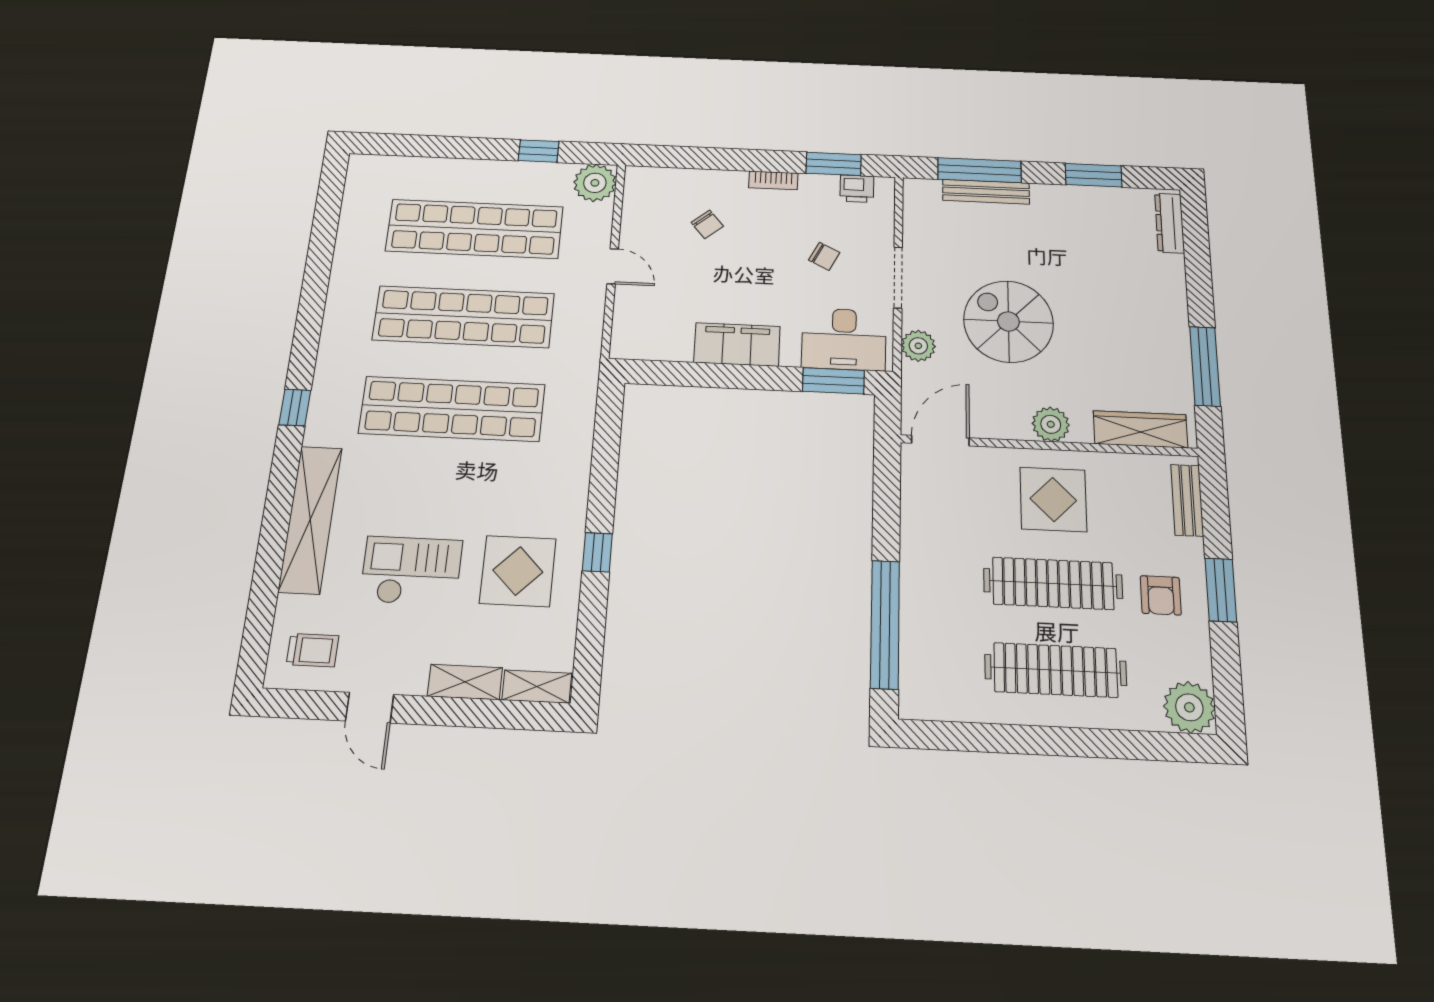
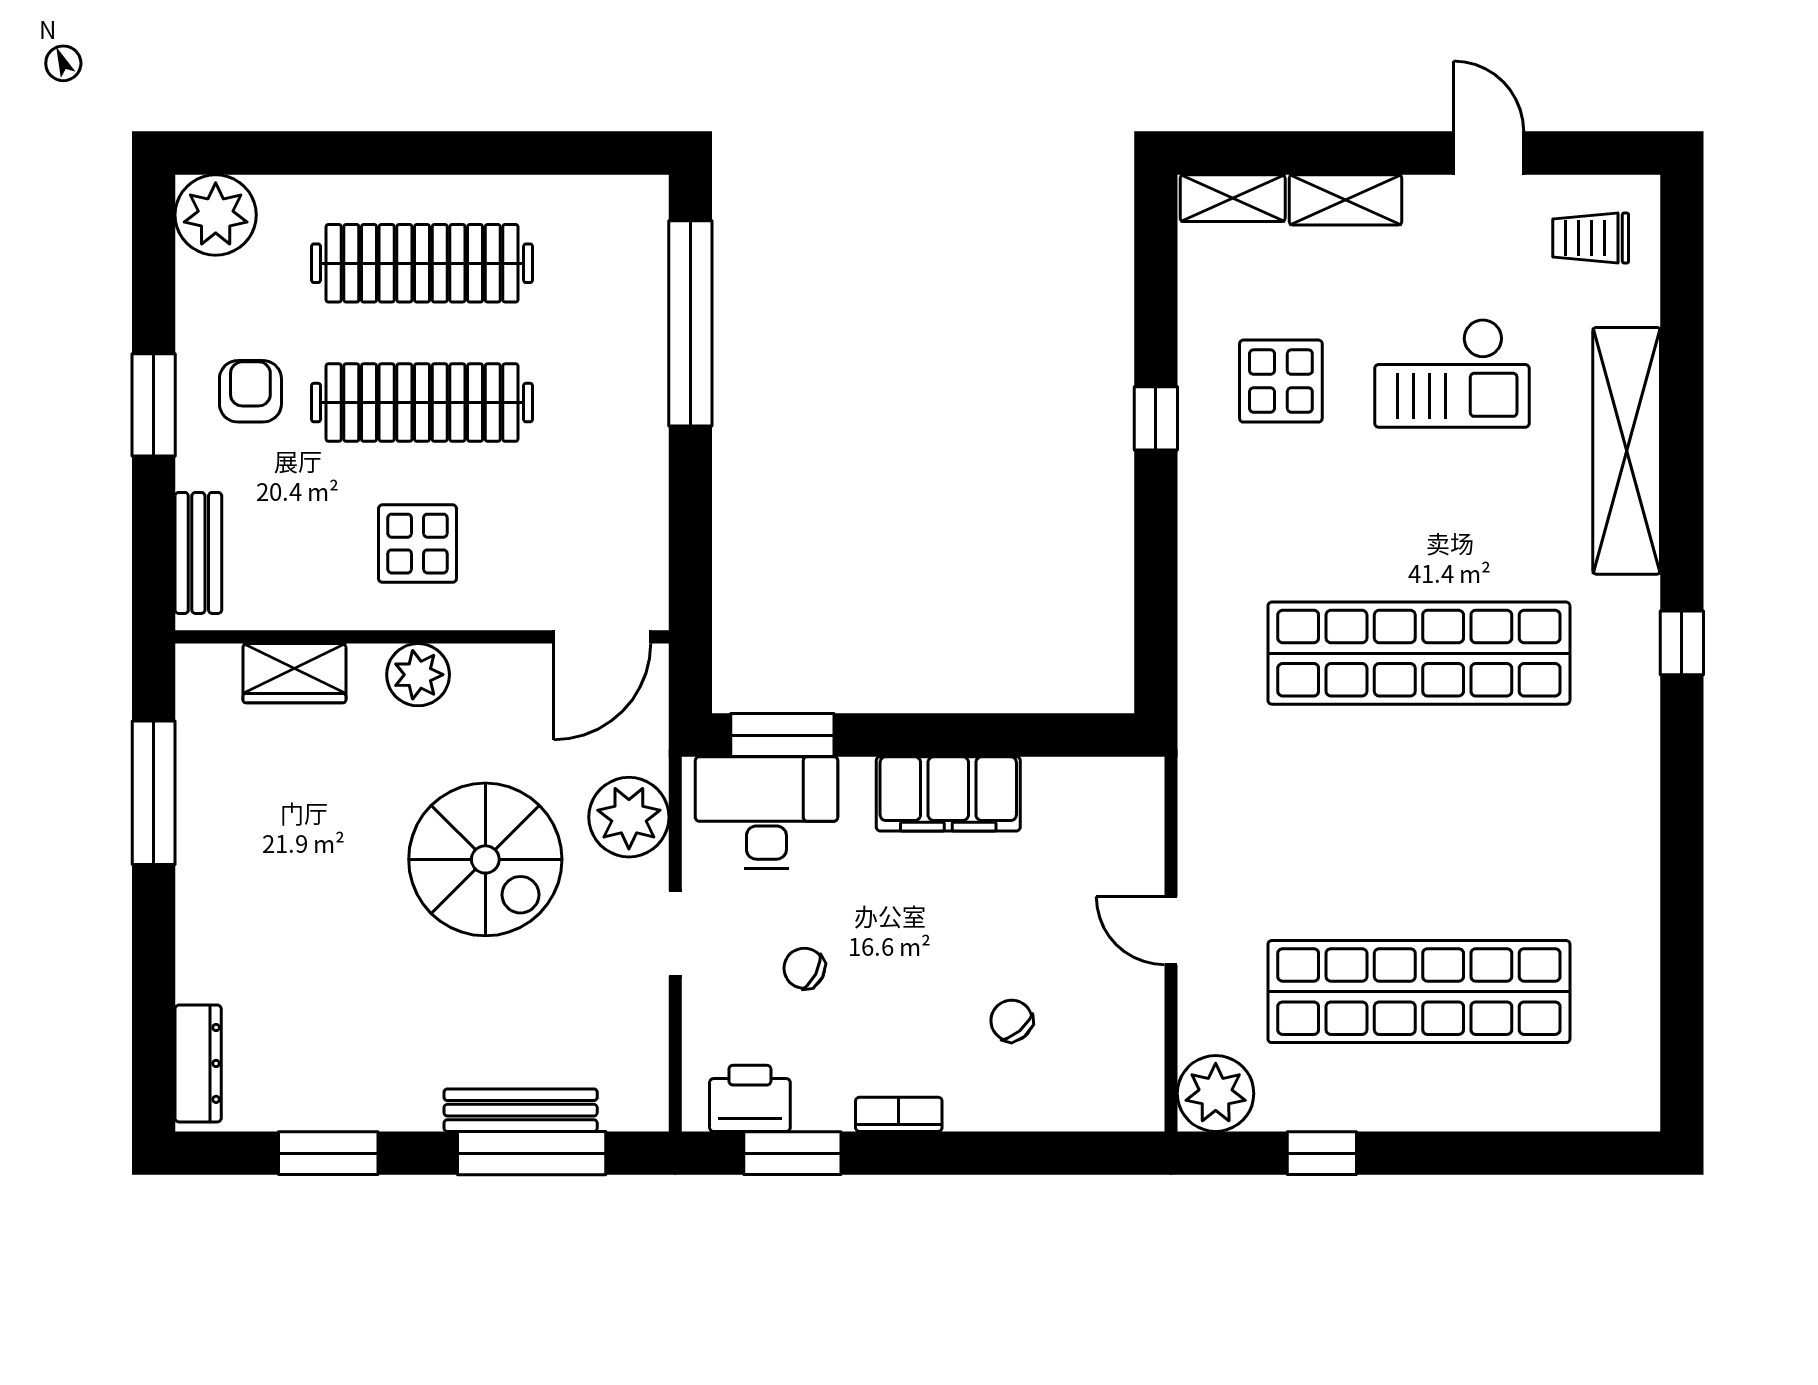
printer: (857, 189) -> (750, 1098), width x1.36, depth x1.24
doorway: (898, 278) -> (675, 934), width x0.73
shop shelf: (464, 317) -> (1419, 822), removed
plant: (918, 346) -> (629, 817), width x1.36, depth x1.36
wardrobe: (1140, 429) -> (294, 673), width x0.67
display table: (1053, 499) -> (417, 544), width x0.73, depth x0.73
display table: (518, 571) -> (1281, 381), width x0.73, depth x0.73

